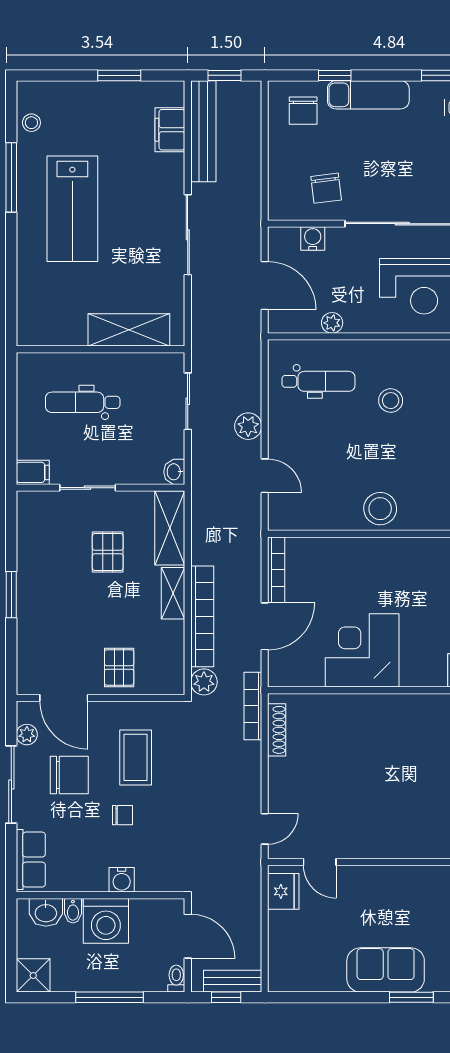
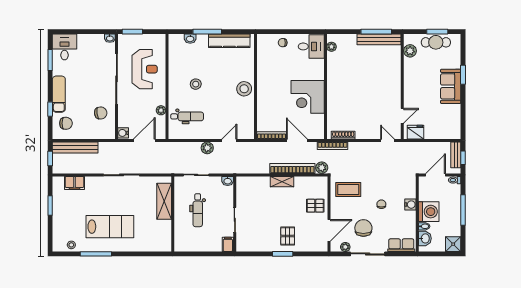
bench: (203, 131) -> (75, 148), moved
water cooler: (313, 238) -> (123, 133), moved
dental chair: (318, 381) -> (187, 116), turned 90
dental chair: (83, 402) -> (198, 210), moved
shelving: (170, 528) -> (253, 183), removed
pallet: (108, 552) -> (288, 236), moved, turned 90
coffee table: (136, 757) -> (348, 189), moved

